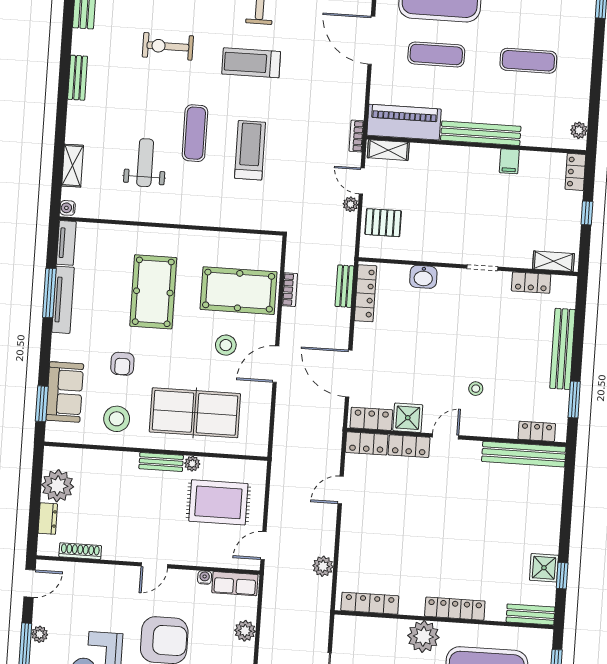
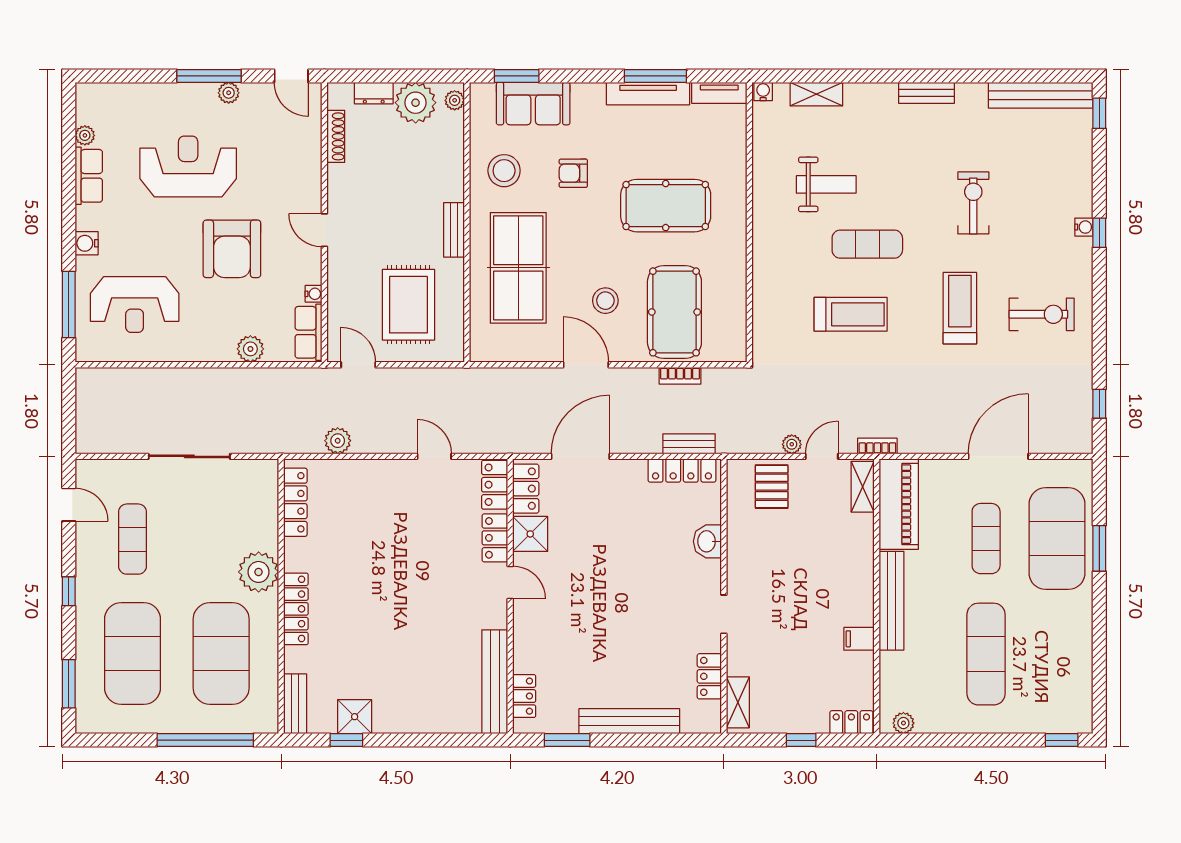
exercise mat: (528, 61) -> (986, 654), width x1.36, depth x1.45
stool: (476, 389) -> (572, 616), removed
plant: (192, 464) -> (455, 100), moved

